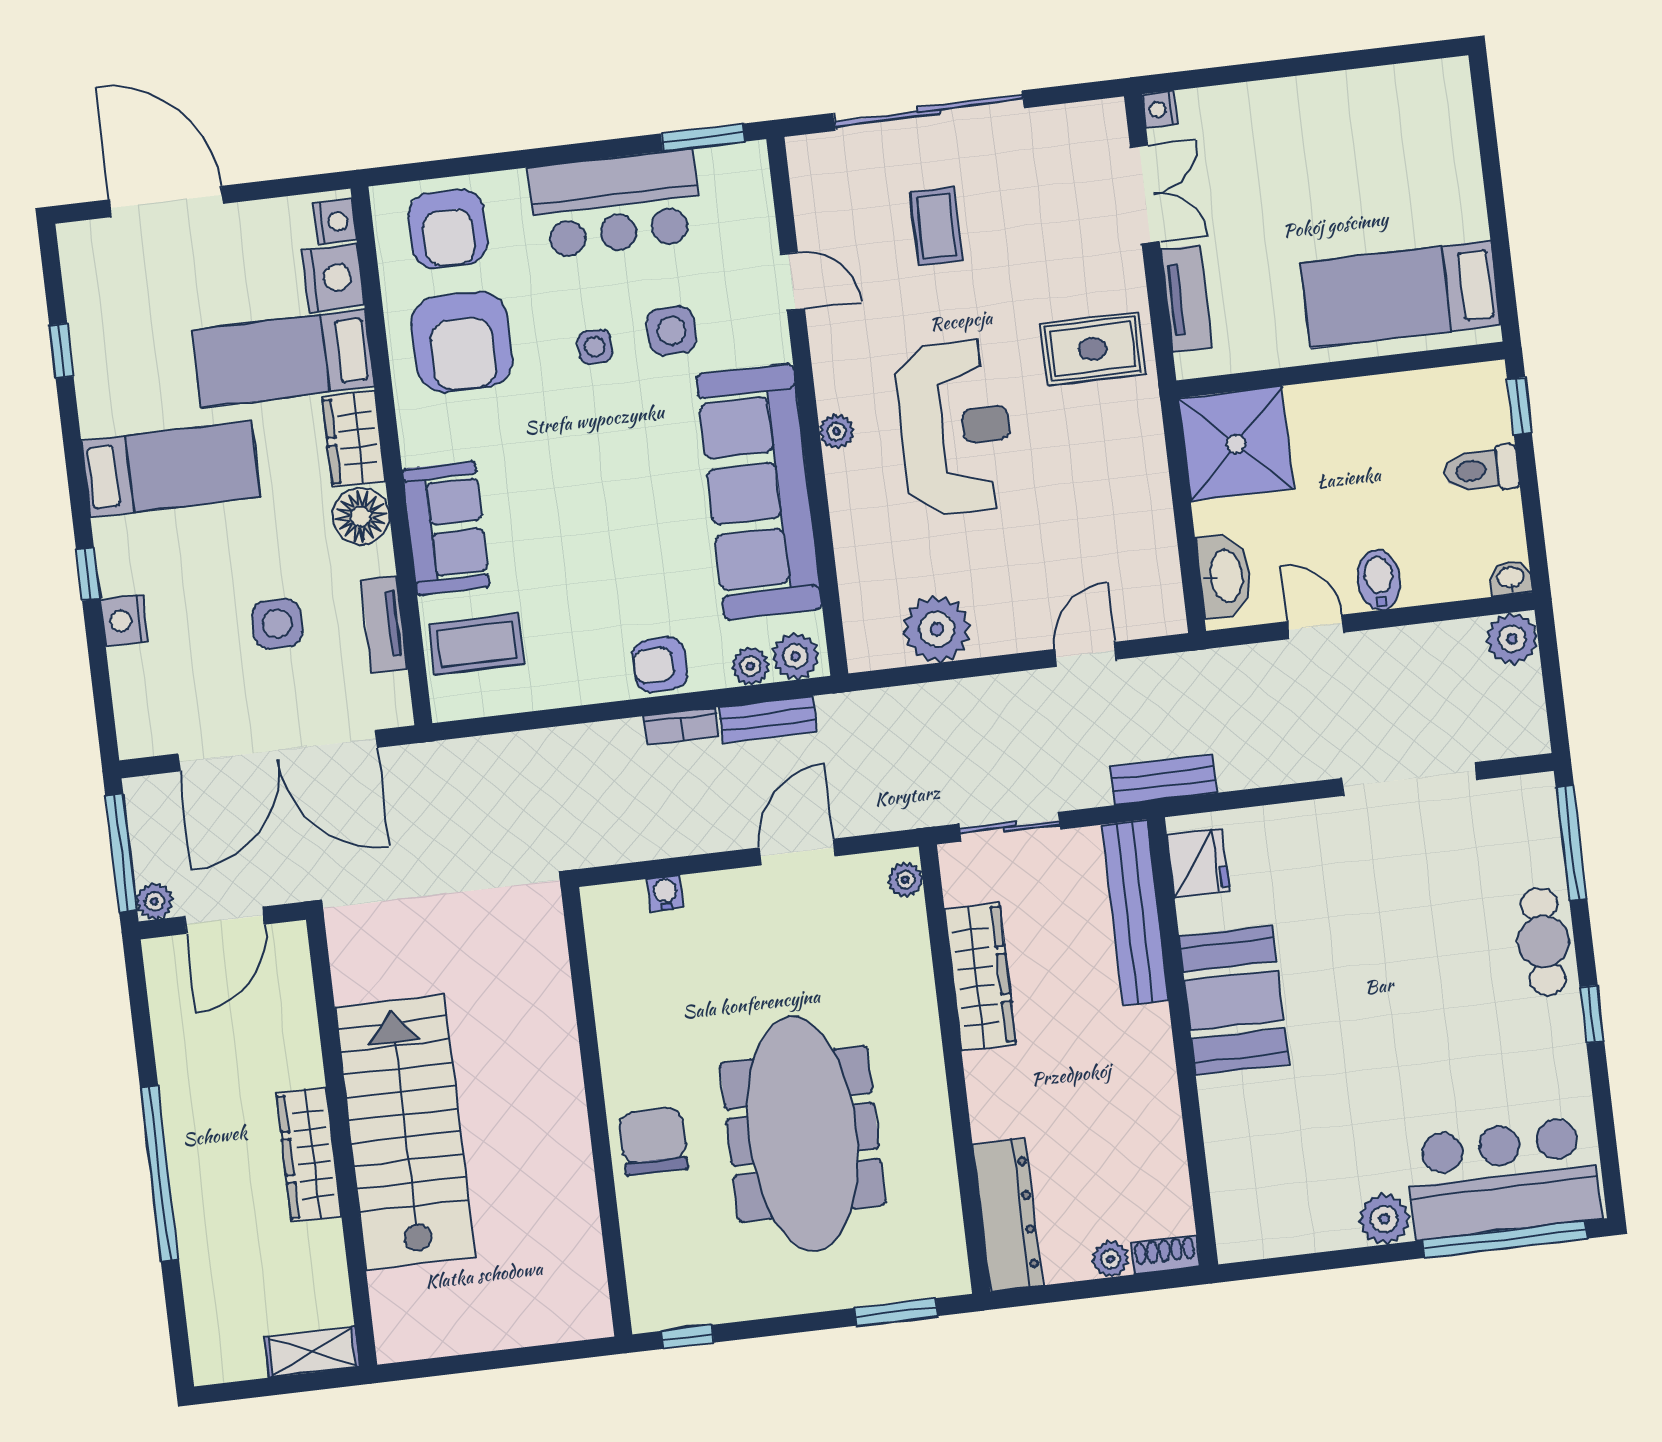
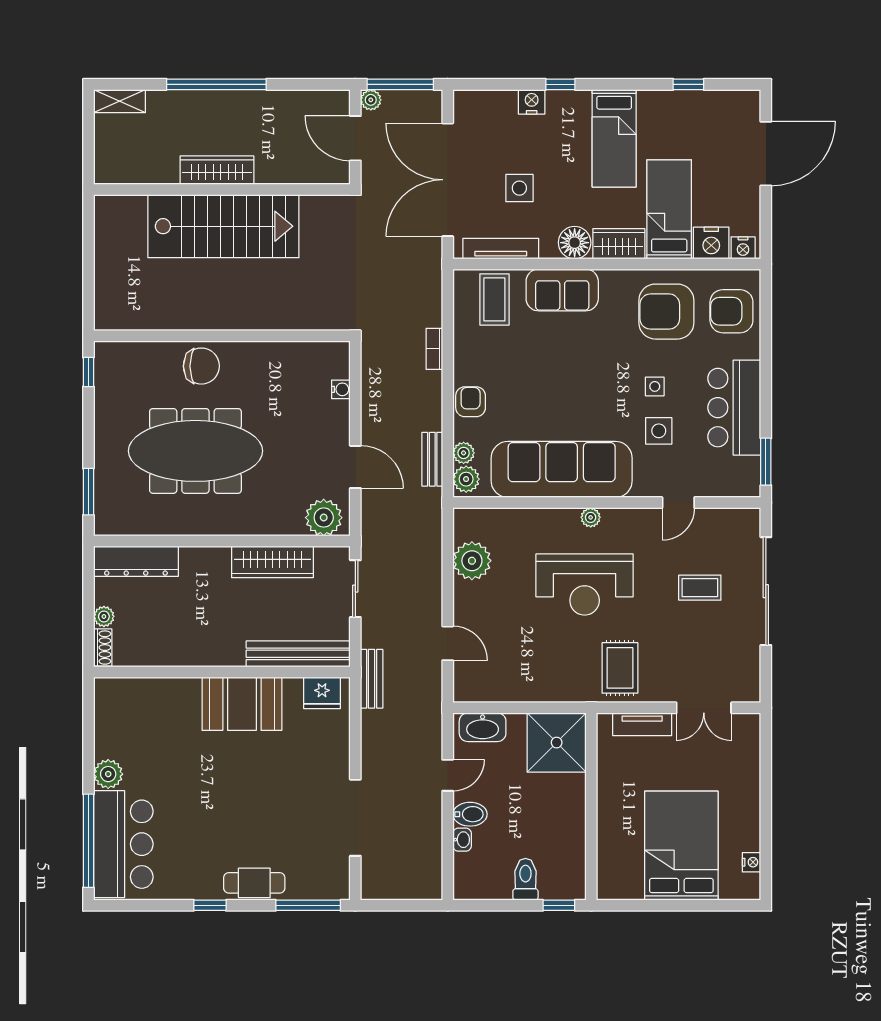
nightstand: (1160, 109) -> (752, 862), moved, turned 90
bed: (1401, 294) -> (681, 846), moved, width x1.50
washbasin: (1511, 578) -> (462, 840), moved
tv unit: (384, 625) -> (501, 249), width x1.41
plant: (1512, 639) -> (428, 885), removed
bookcase: (681, 726) -> (434, 349), moved
plant: (905, 880) -> (324, 518), width x1.88, depth x1.88
shelving: (312, 1352) -> (119, 101), moved, turned 90

